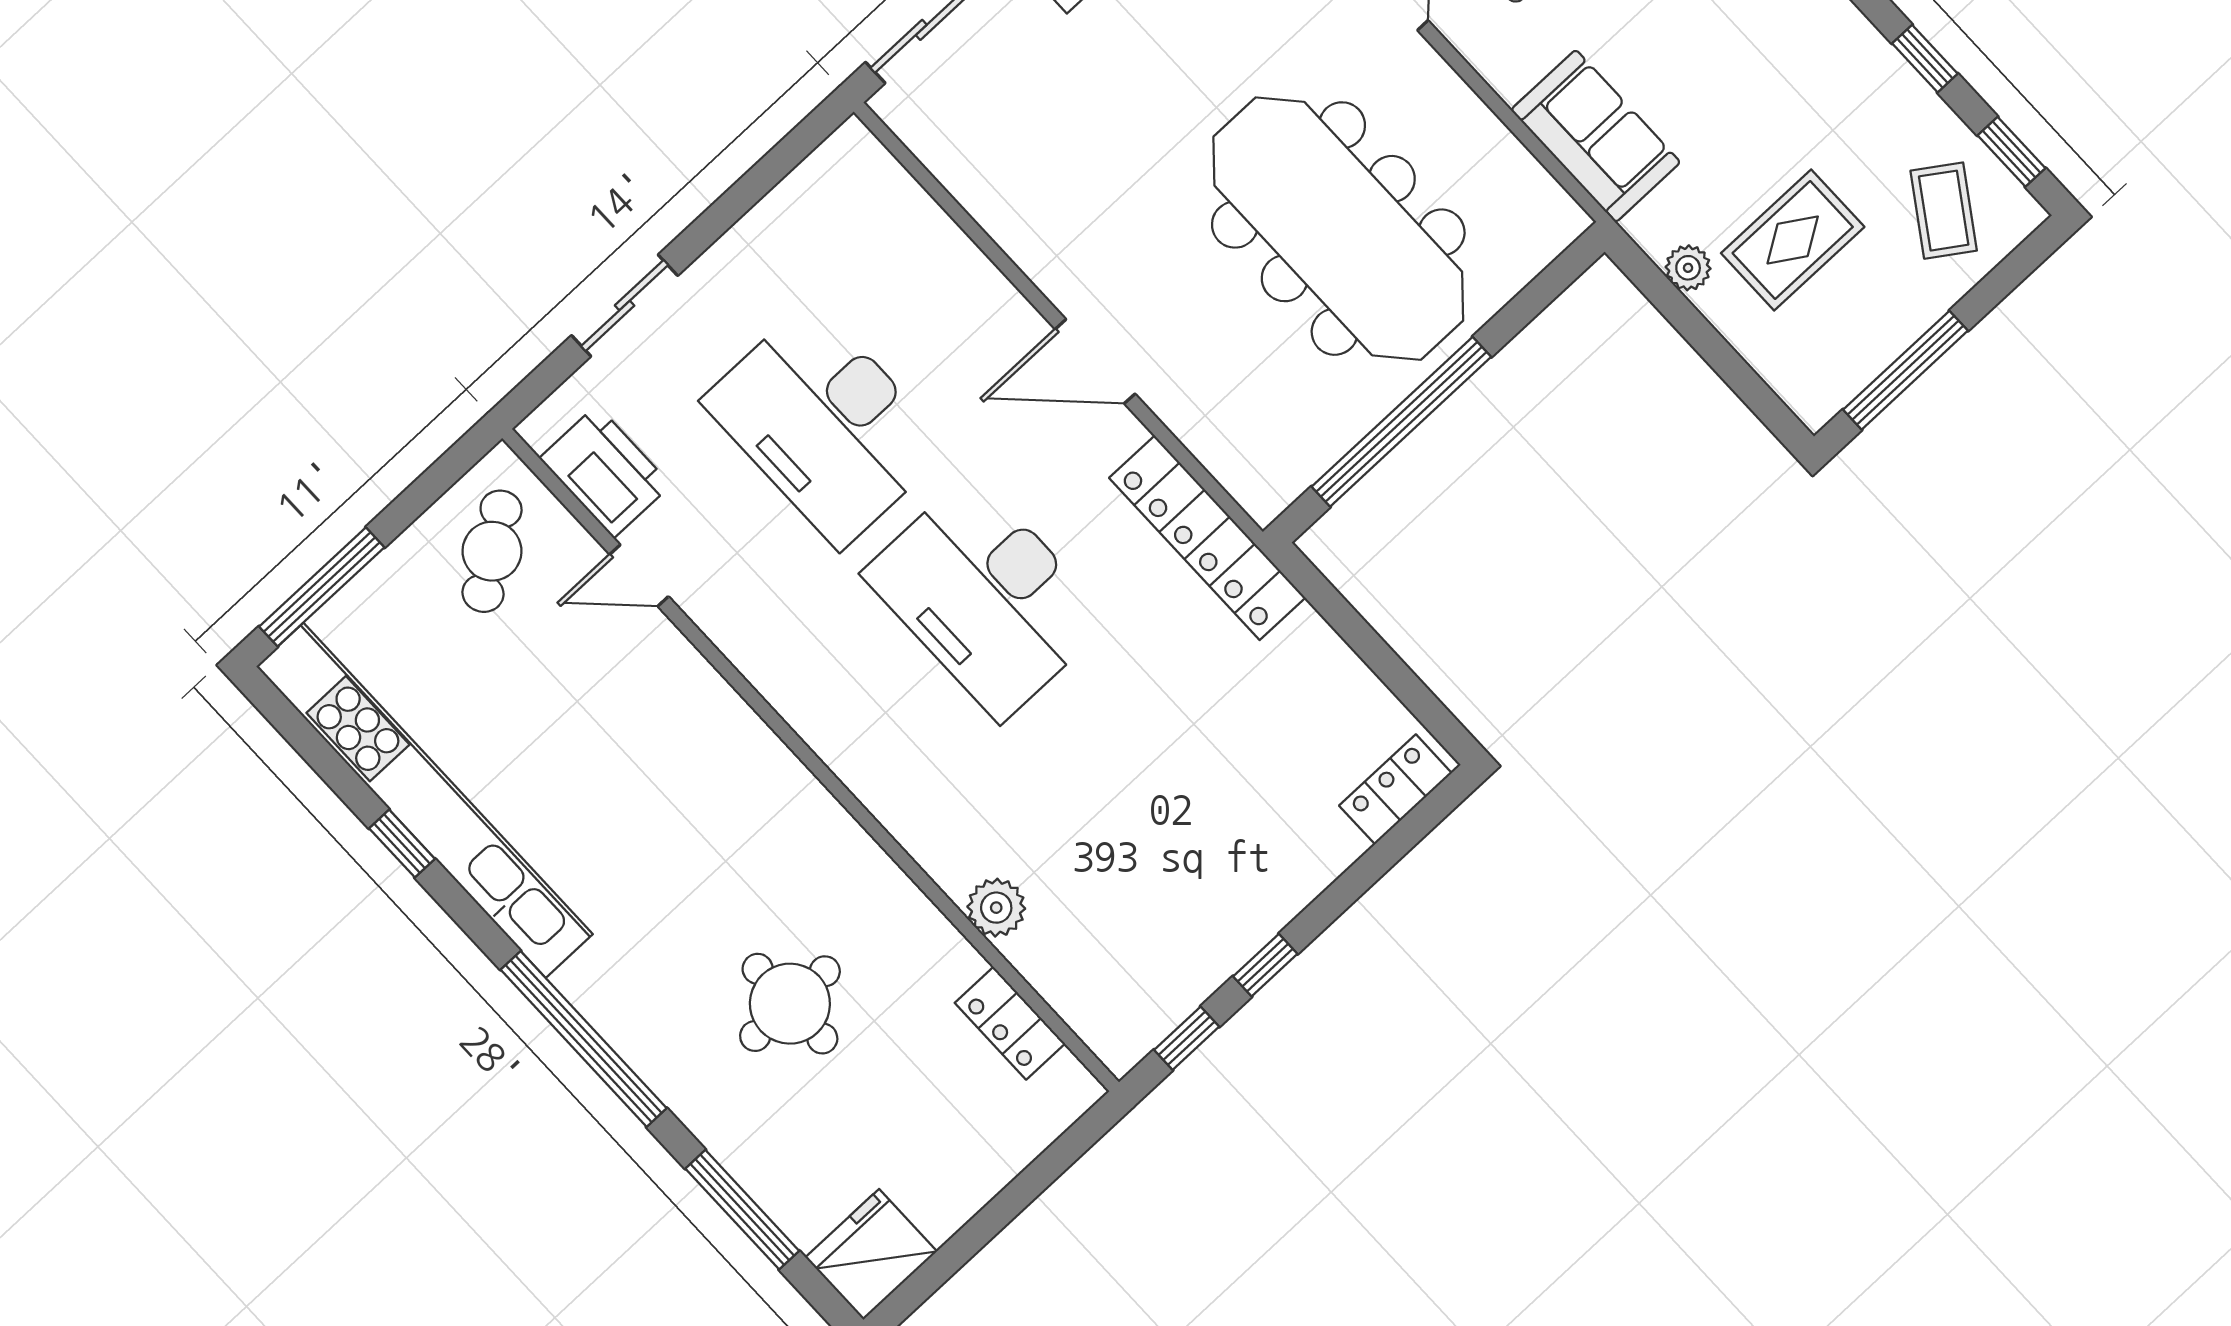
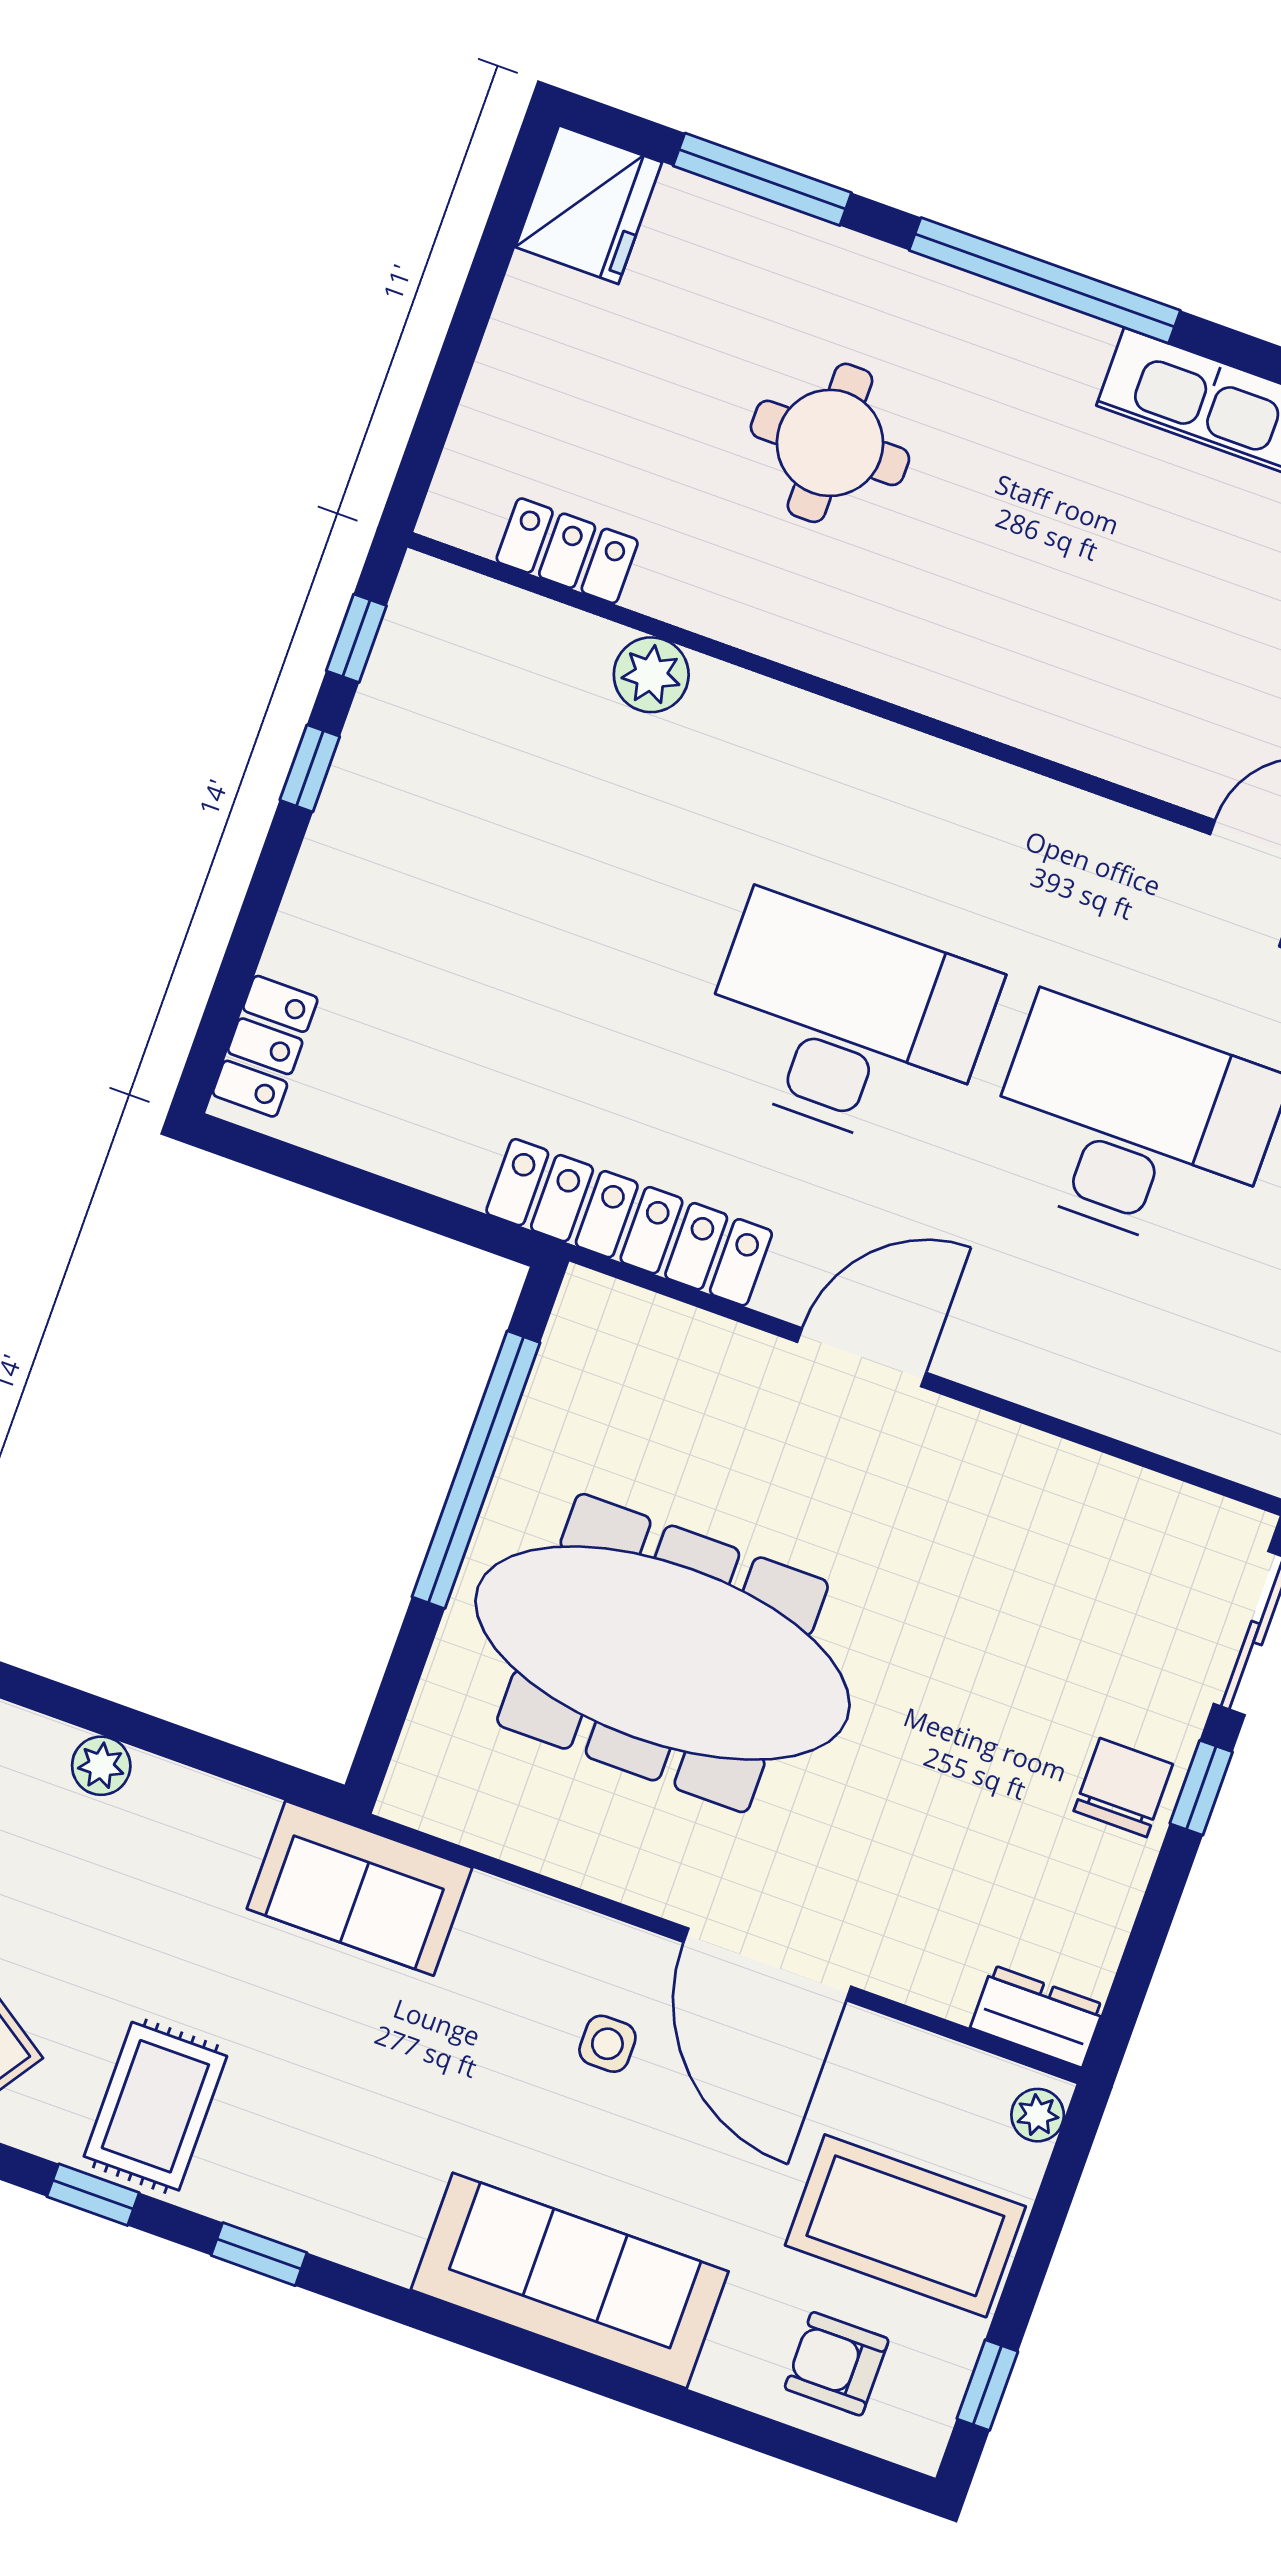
sofa: (1596, 136) -> (359, 1888), moved
rug: (1793, 240) -> (155, 2106), moved
plant: (1688, 268) -> (101, 1766), moved

